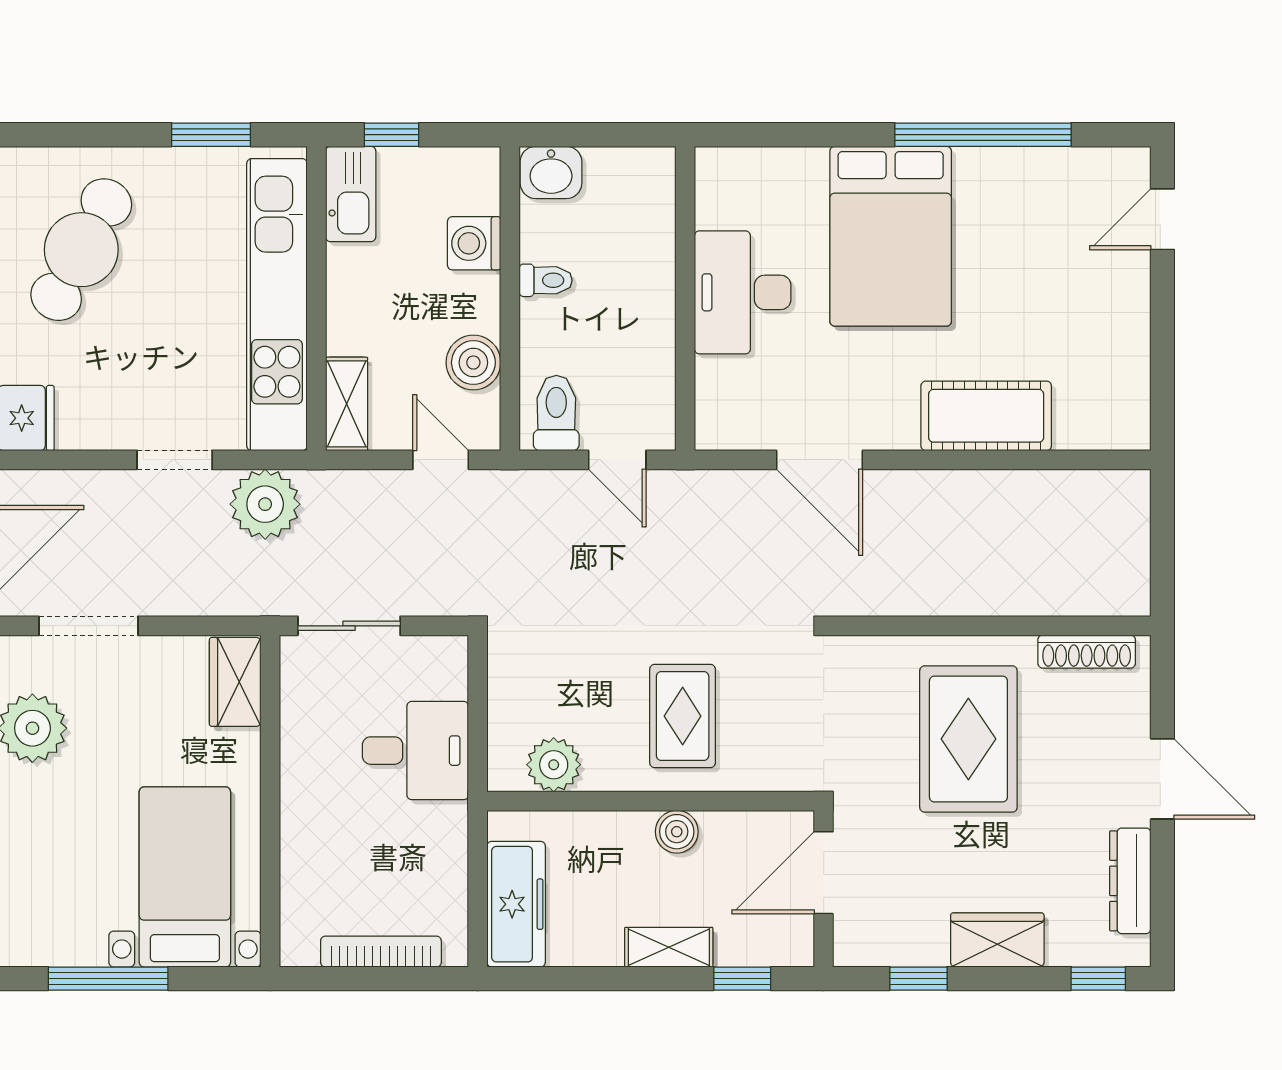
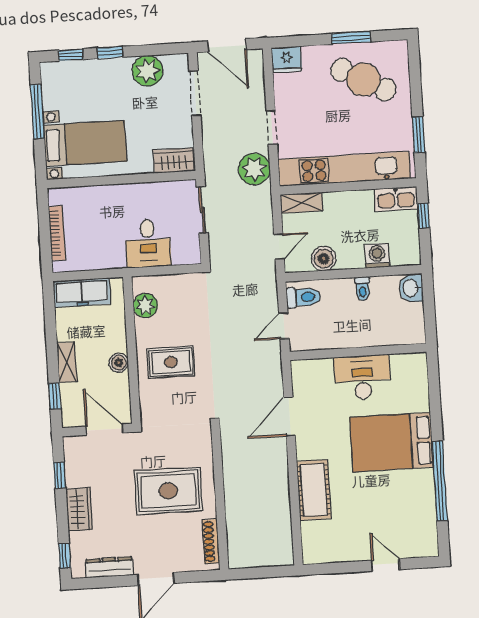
door: (1162, 219) -> (386, 565), moved

